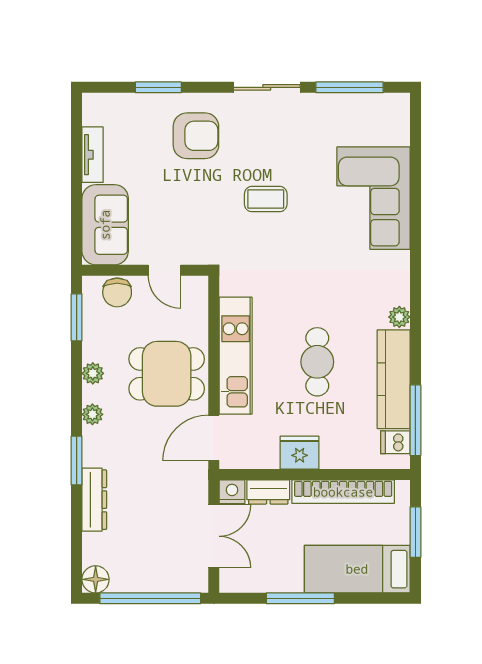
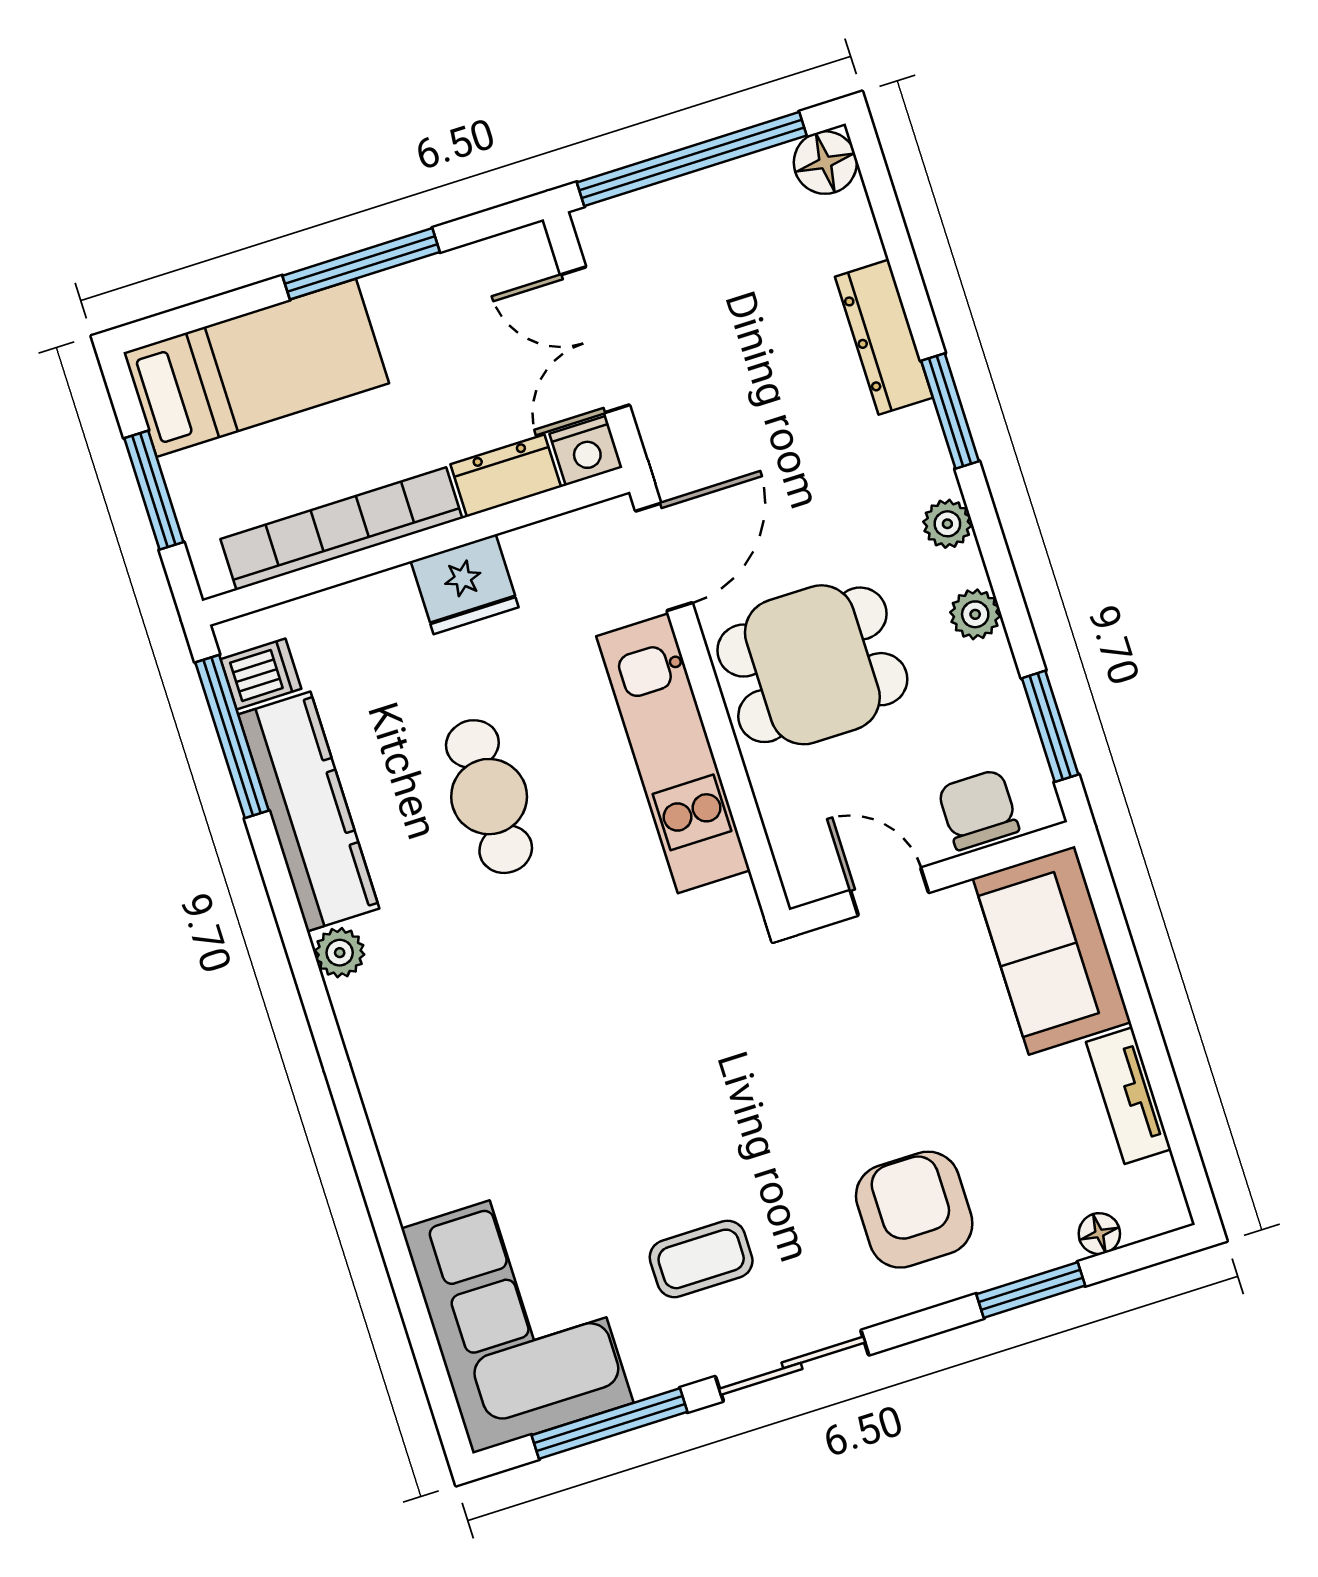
floor lamp: (123, 102) -> (1099, 1234), added
armchair: (196, 136) -> (914, 1210), turned 90
corner sofa: (374, 198) -> (517, 1316), moved
coffee table: (266, 199) -> (701, 1259), moved

